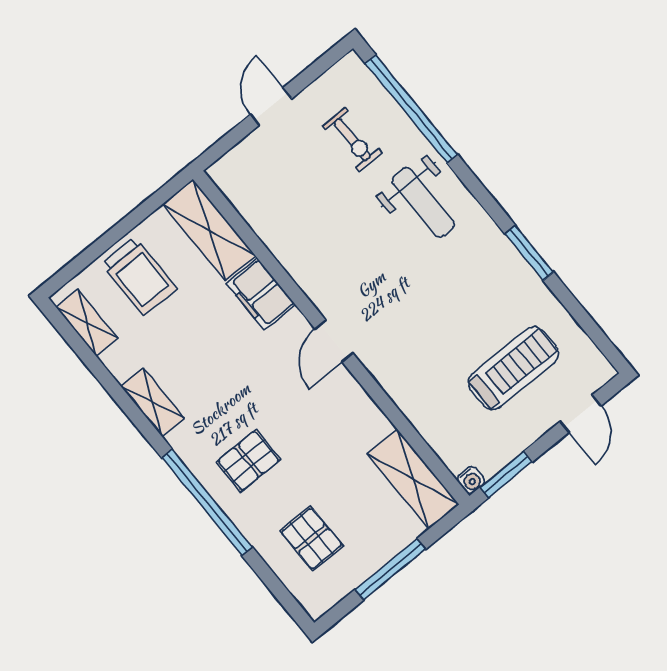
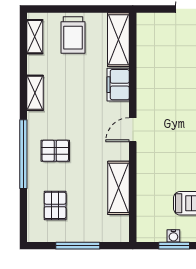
window: (506, 475) -> (174, 246), moved
shelving: (413, 479) -> (119, 188), moved
water cooler: (471, 480) -> (173, 236), moved

